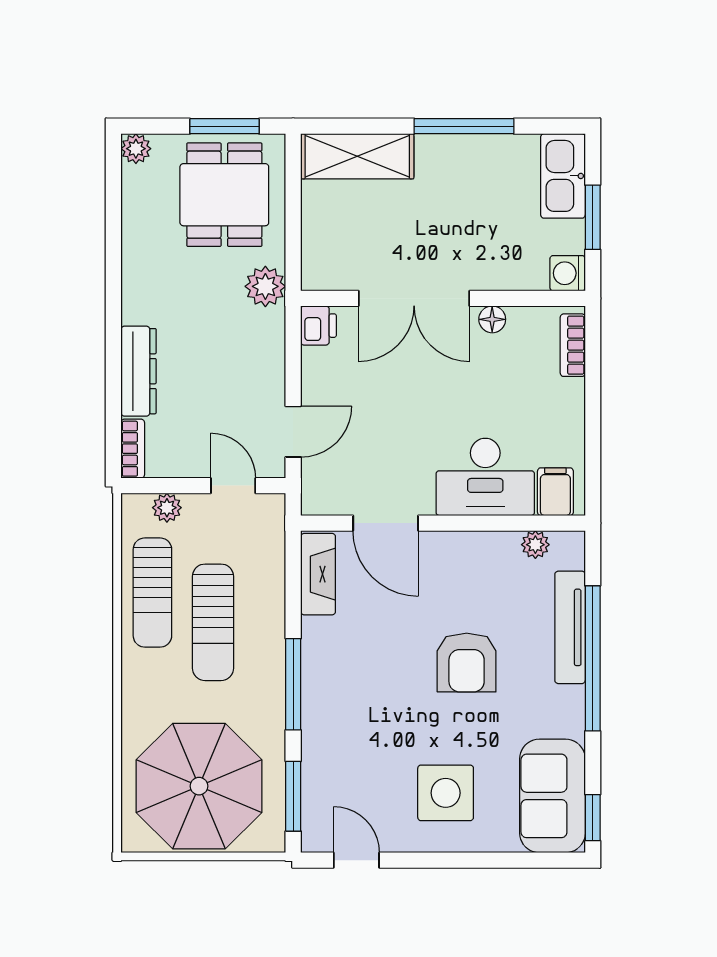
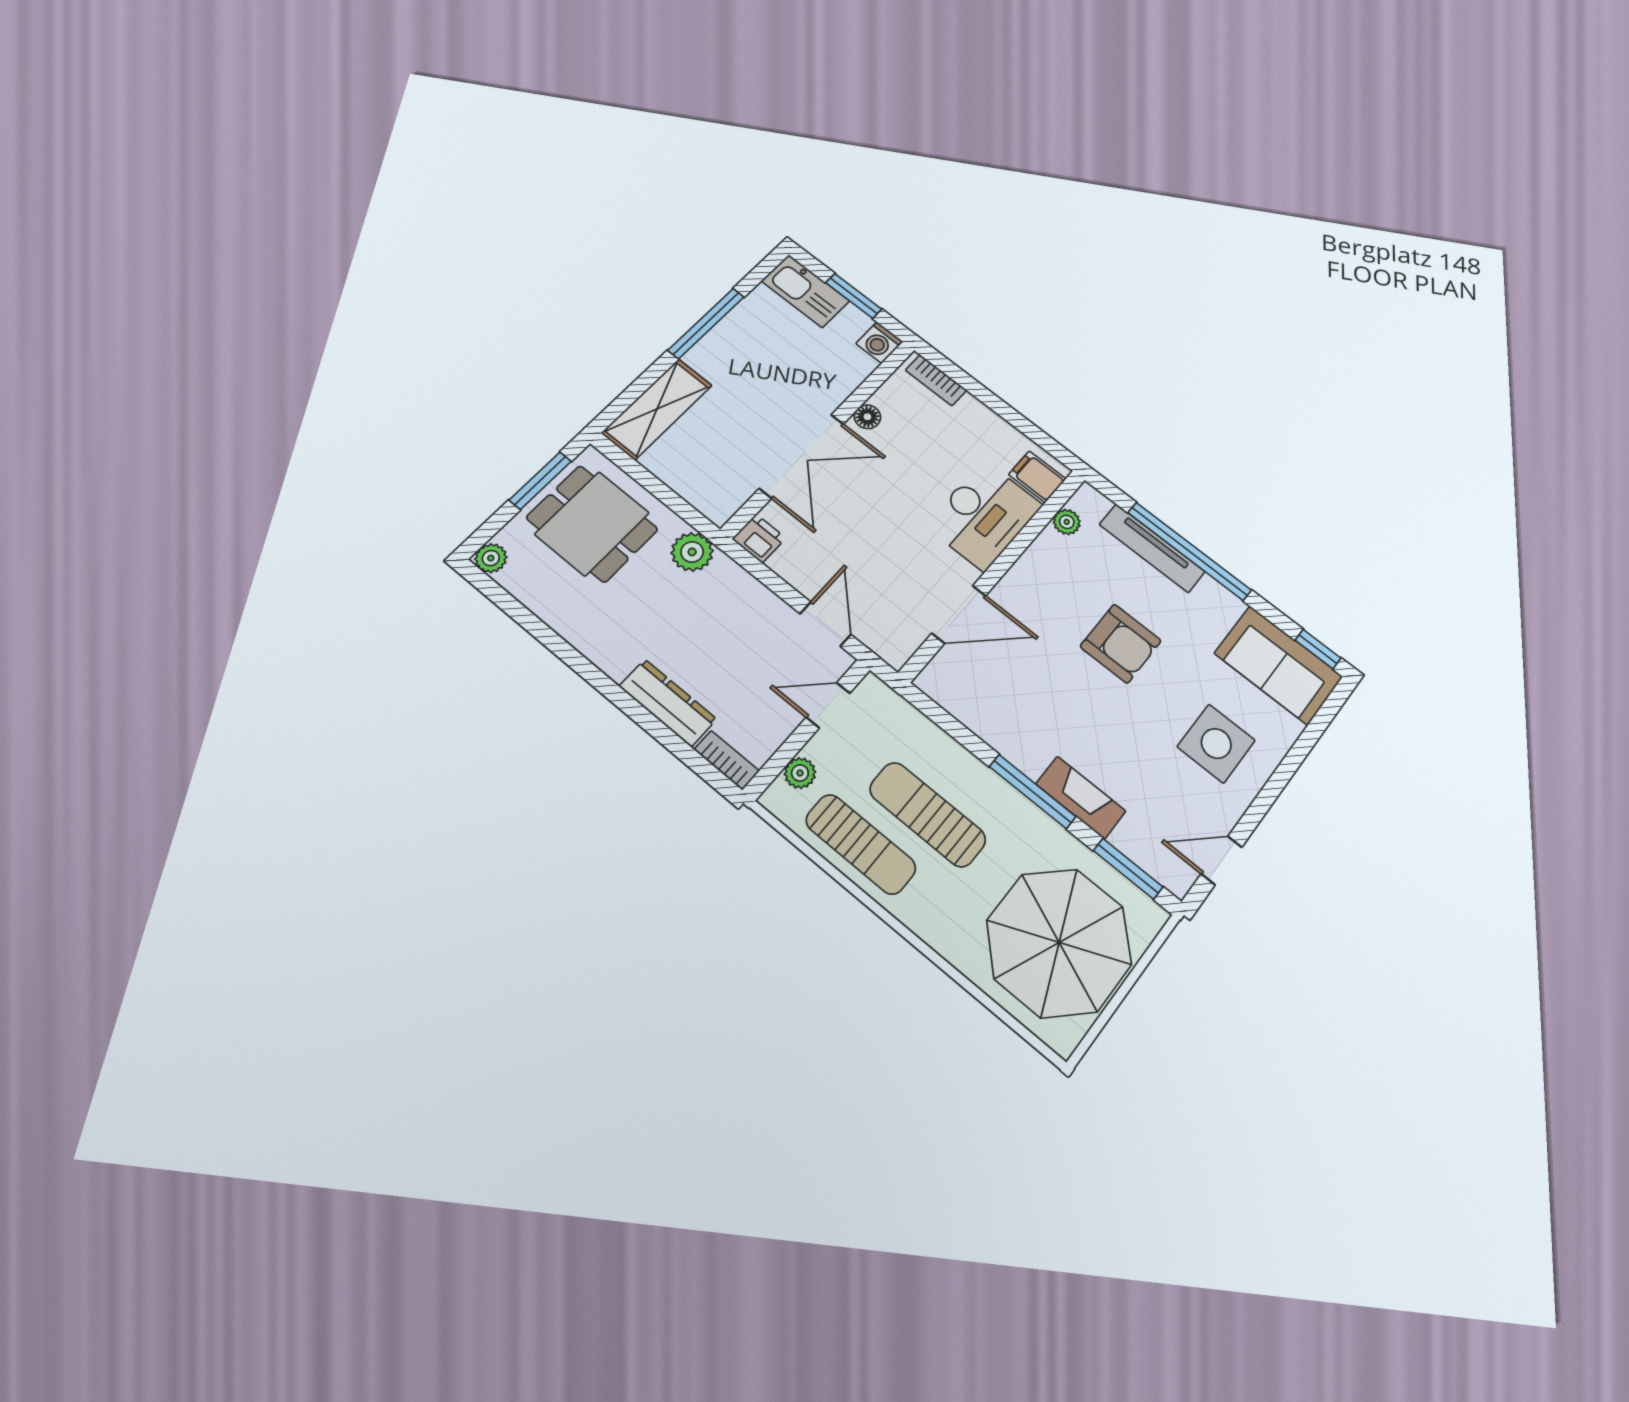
fireplace: (318, 574) -> (1081, 798), moved
sun lounger: (213, 622) -> (928, 814), turned 180

